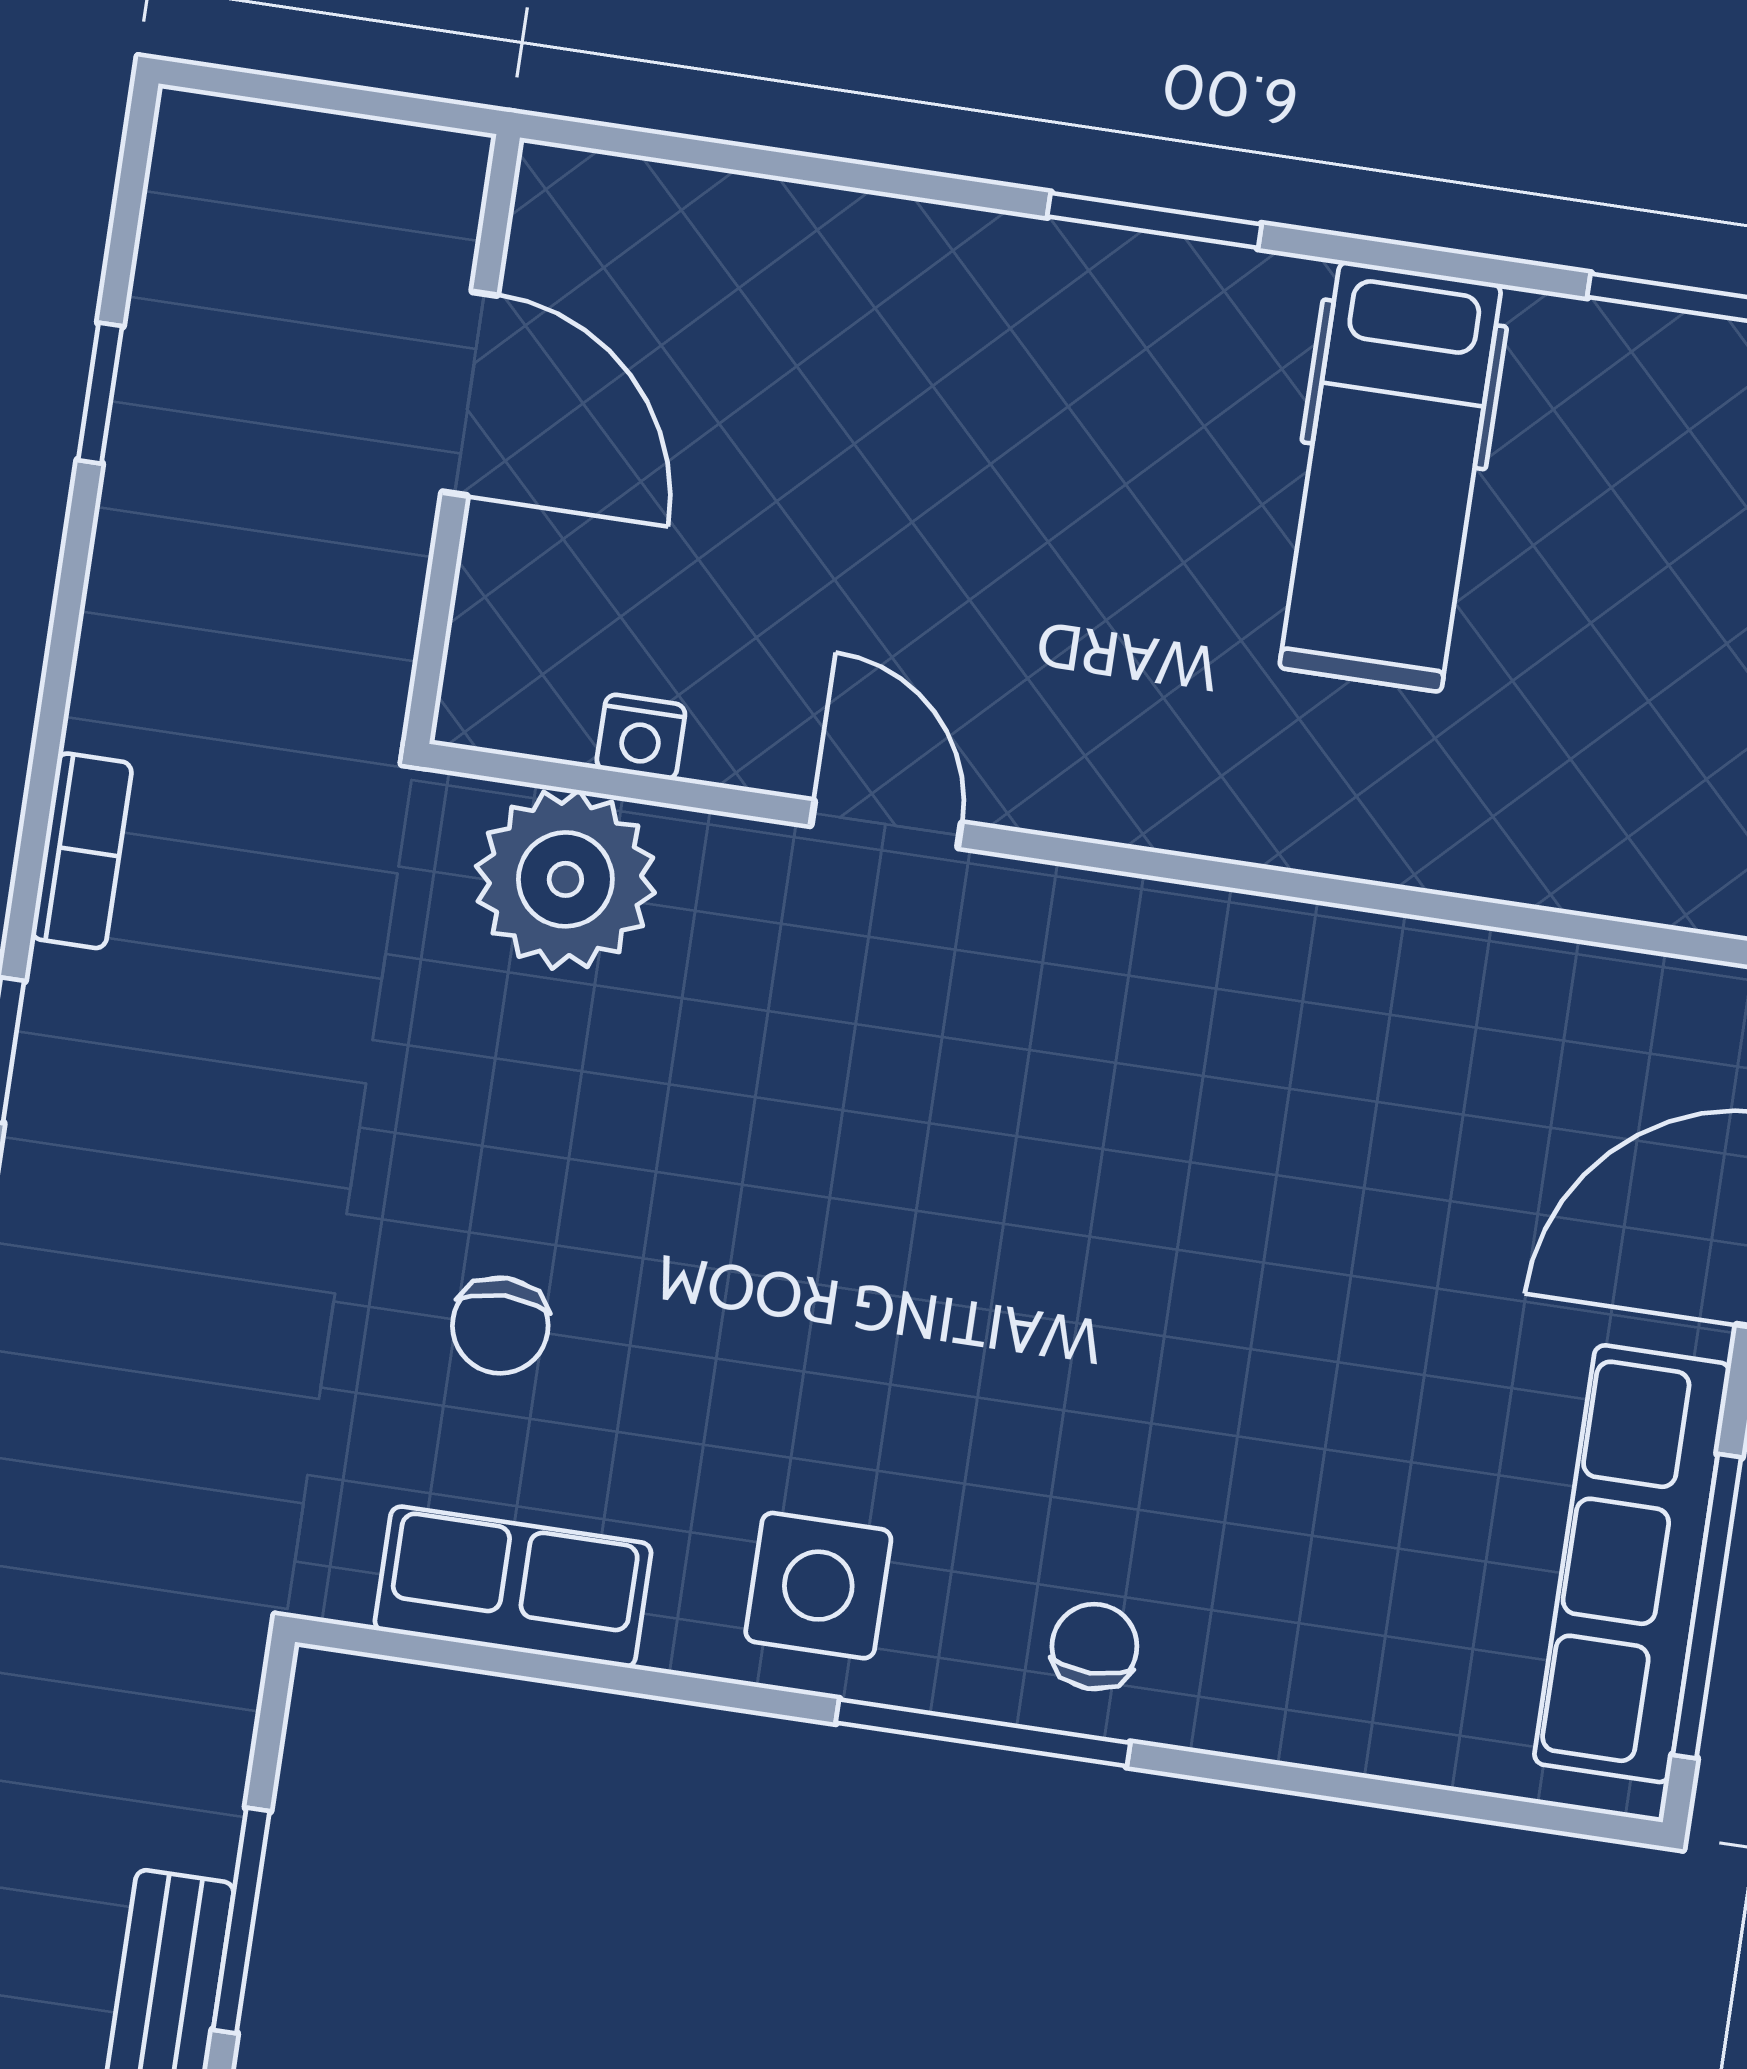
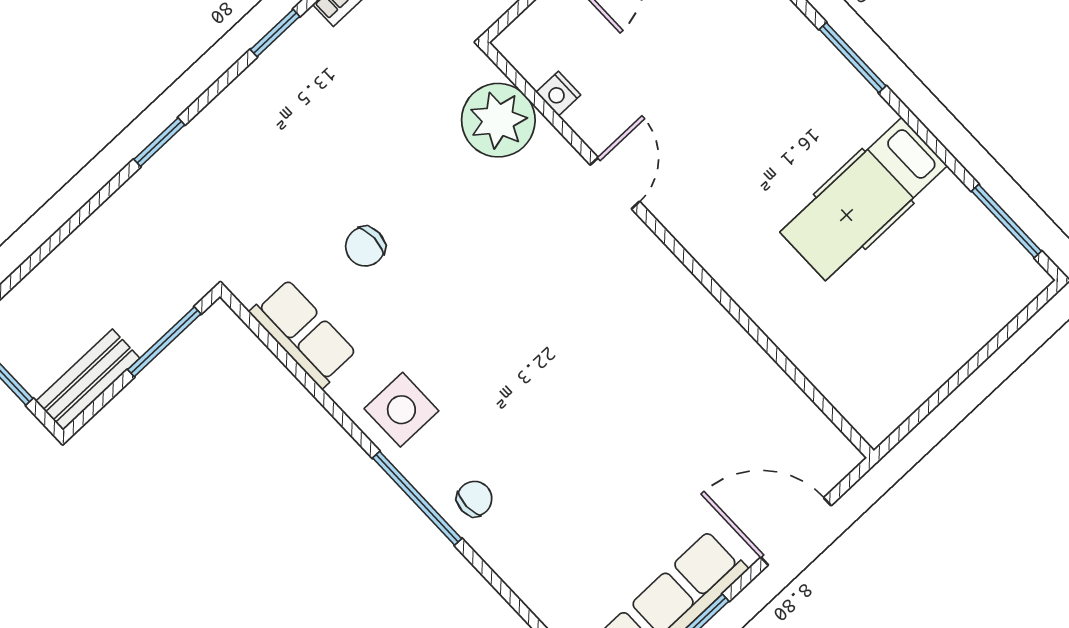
window: (241, 1921) -> (164, 342), moved

